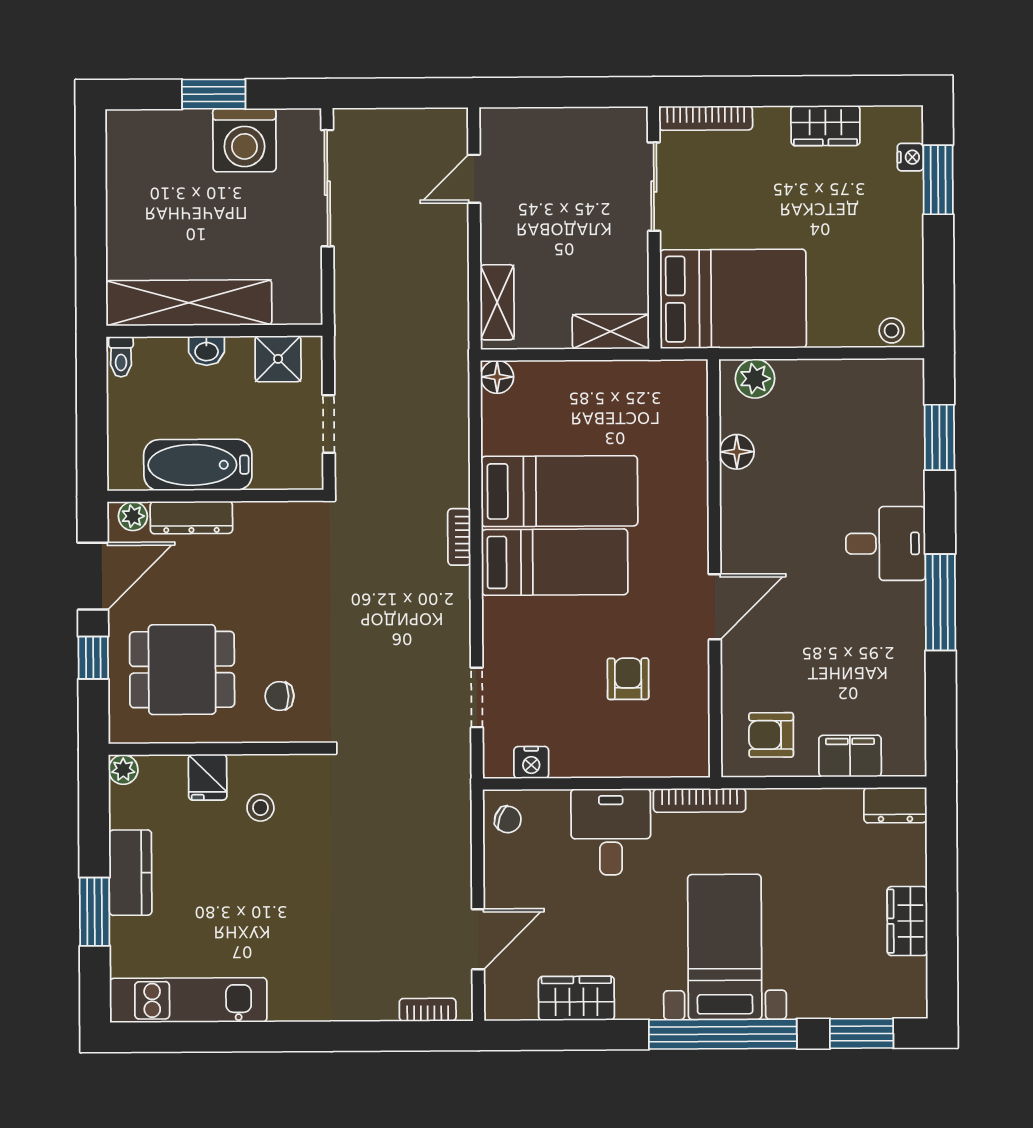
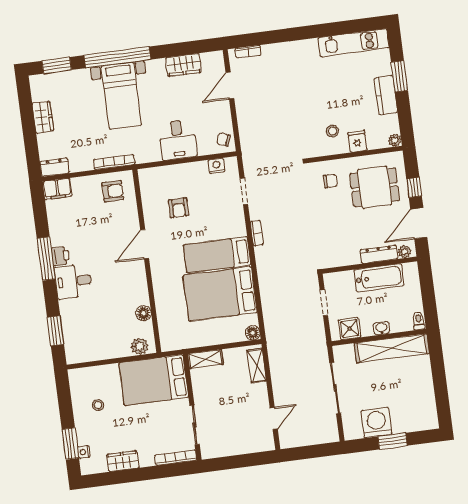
sliding door: (327, 188) -> (335, 388), moved
stool: (892, 330) -> (98, 405), moved
bed: (559, 491) -> (220, 294), width x1.50
bookcase: (459, 537) -> (257, 233), moved
printer: (907, 604) -> (61, 256), added
filing cabinet: (850, 756) -> (57, 189), moved
bookcase: (700, 800) -> (114, 162), moved

